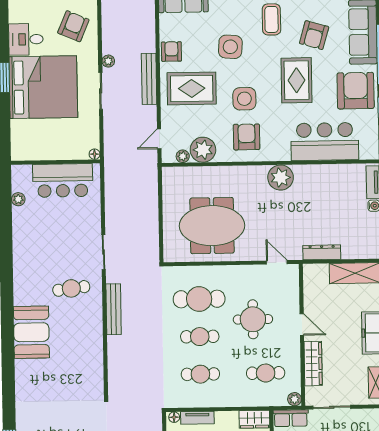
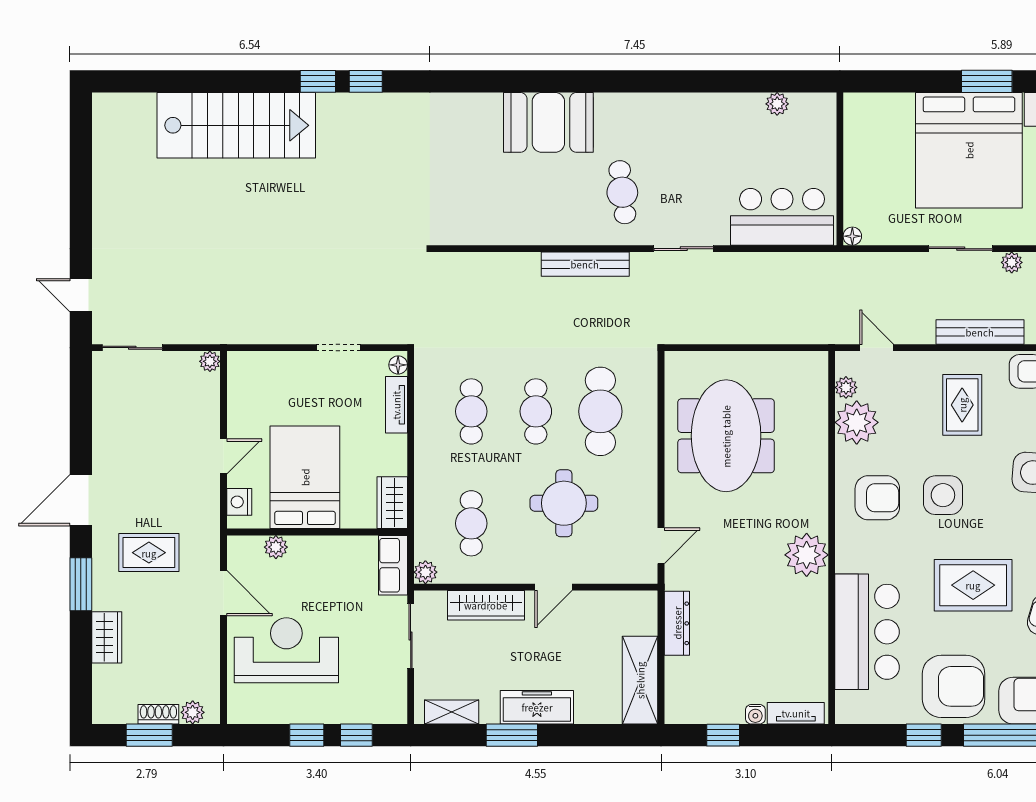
rug: (192, 88) -> (962, 405), width x0.73, depth x0.70
bar counter: (63, 180) -> (782, 217), moved, turned 90

